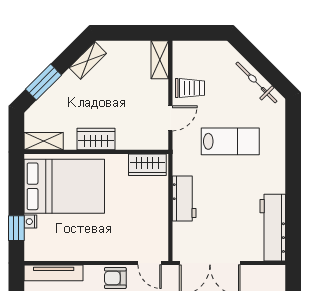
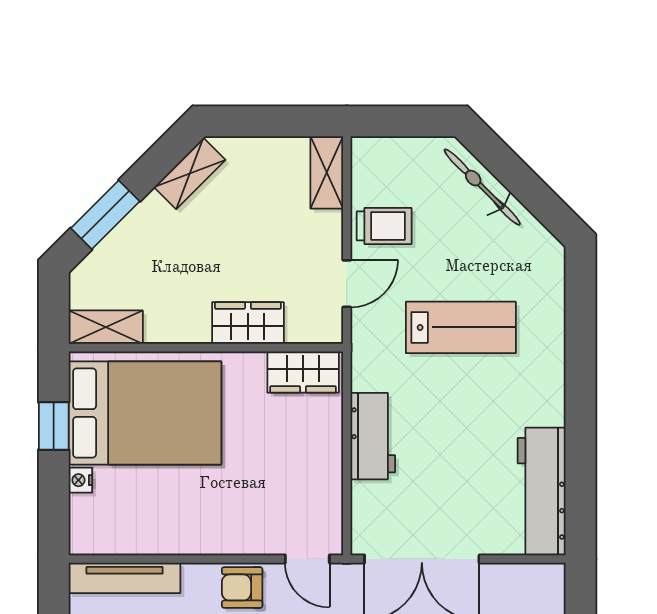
bicycle: (256, 82) -> (482, 187), moved
wardrobe: (96, 139) -> (248, 323), moved
window: (16, 228) -> (54, 426), moved

